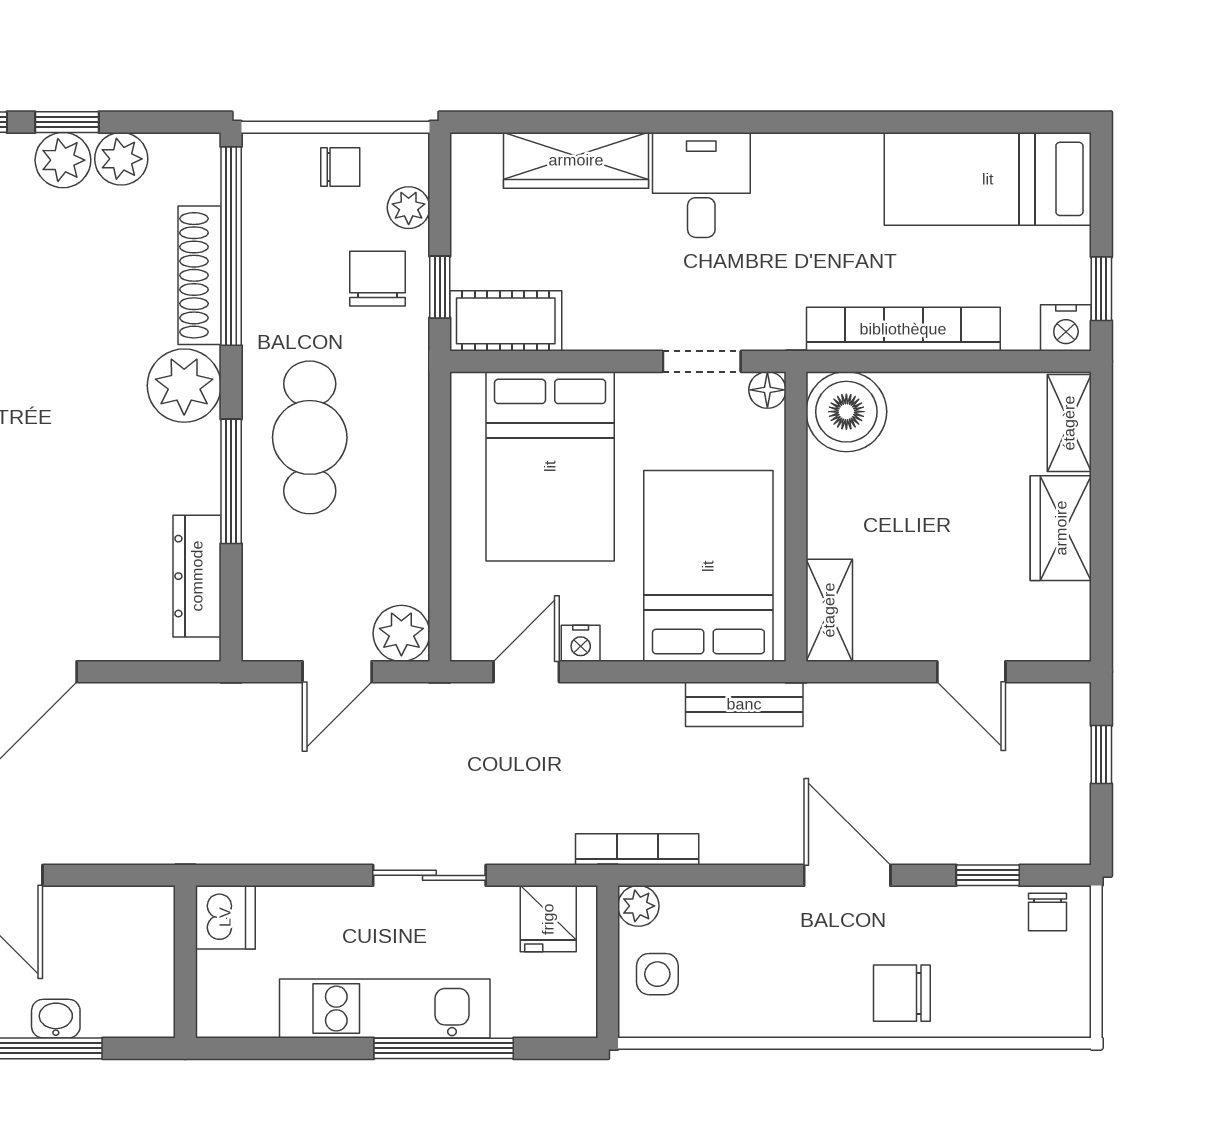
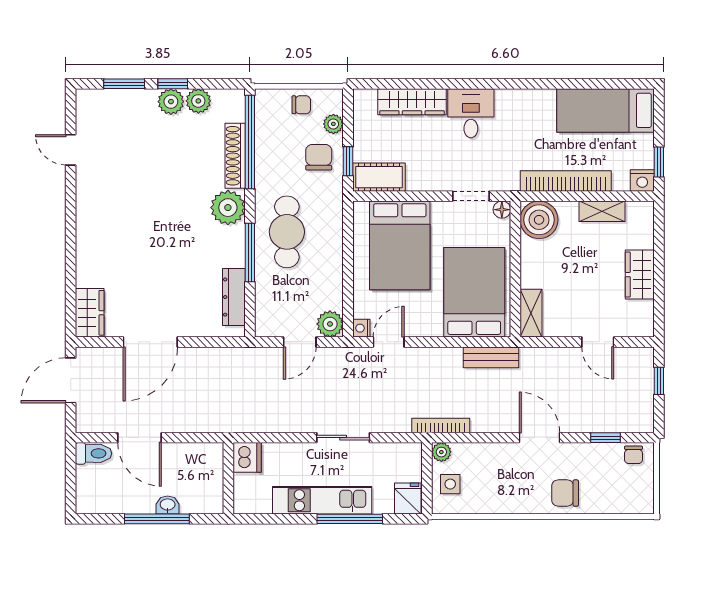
shelving: (1069, 423) -> (602, 211), moved, turned 90
nightstand: (581, 643) -> (361, 328), moved, turned 90
fridge: (548, 919) -> (408, 499), moved, turned 180

